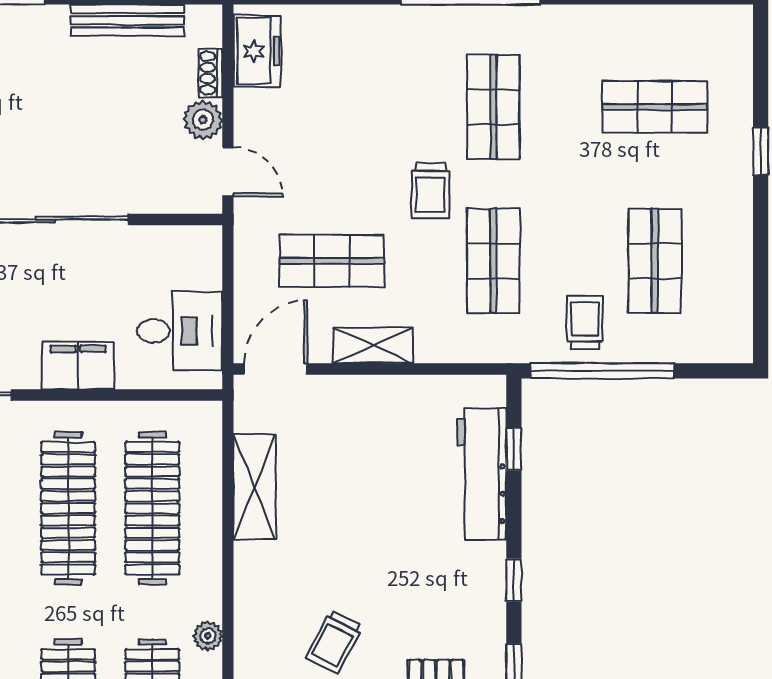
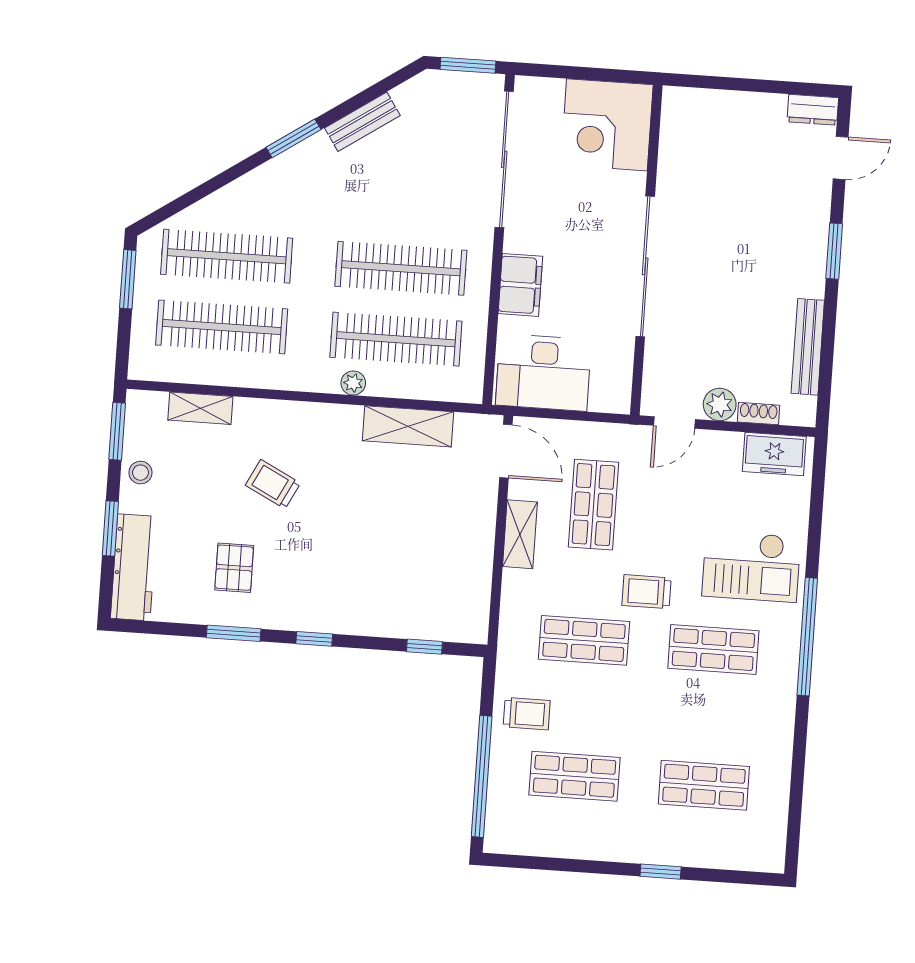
checkout: (392, 69) -> (751, 566), added
shop shelf: (655, 107) -> (704, 785), turned 90
desk: (180, 331) -> (543, 373), width x1.37
window: (602, 371) -> (482, 776), moved
workbench: (482, 474) -> (405, 618), removed
plant: (208, 636) -> (353, 383), moved

